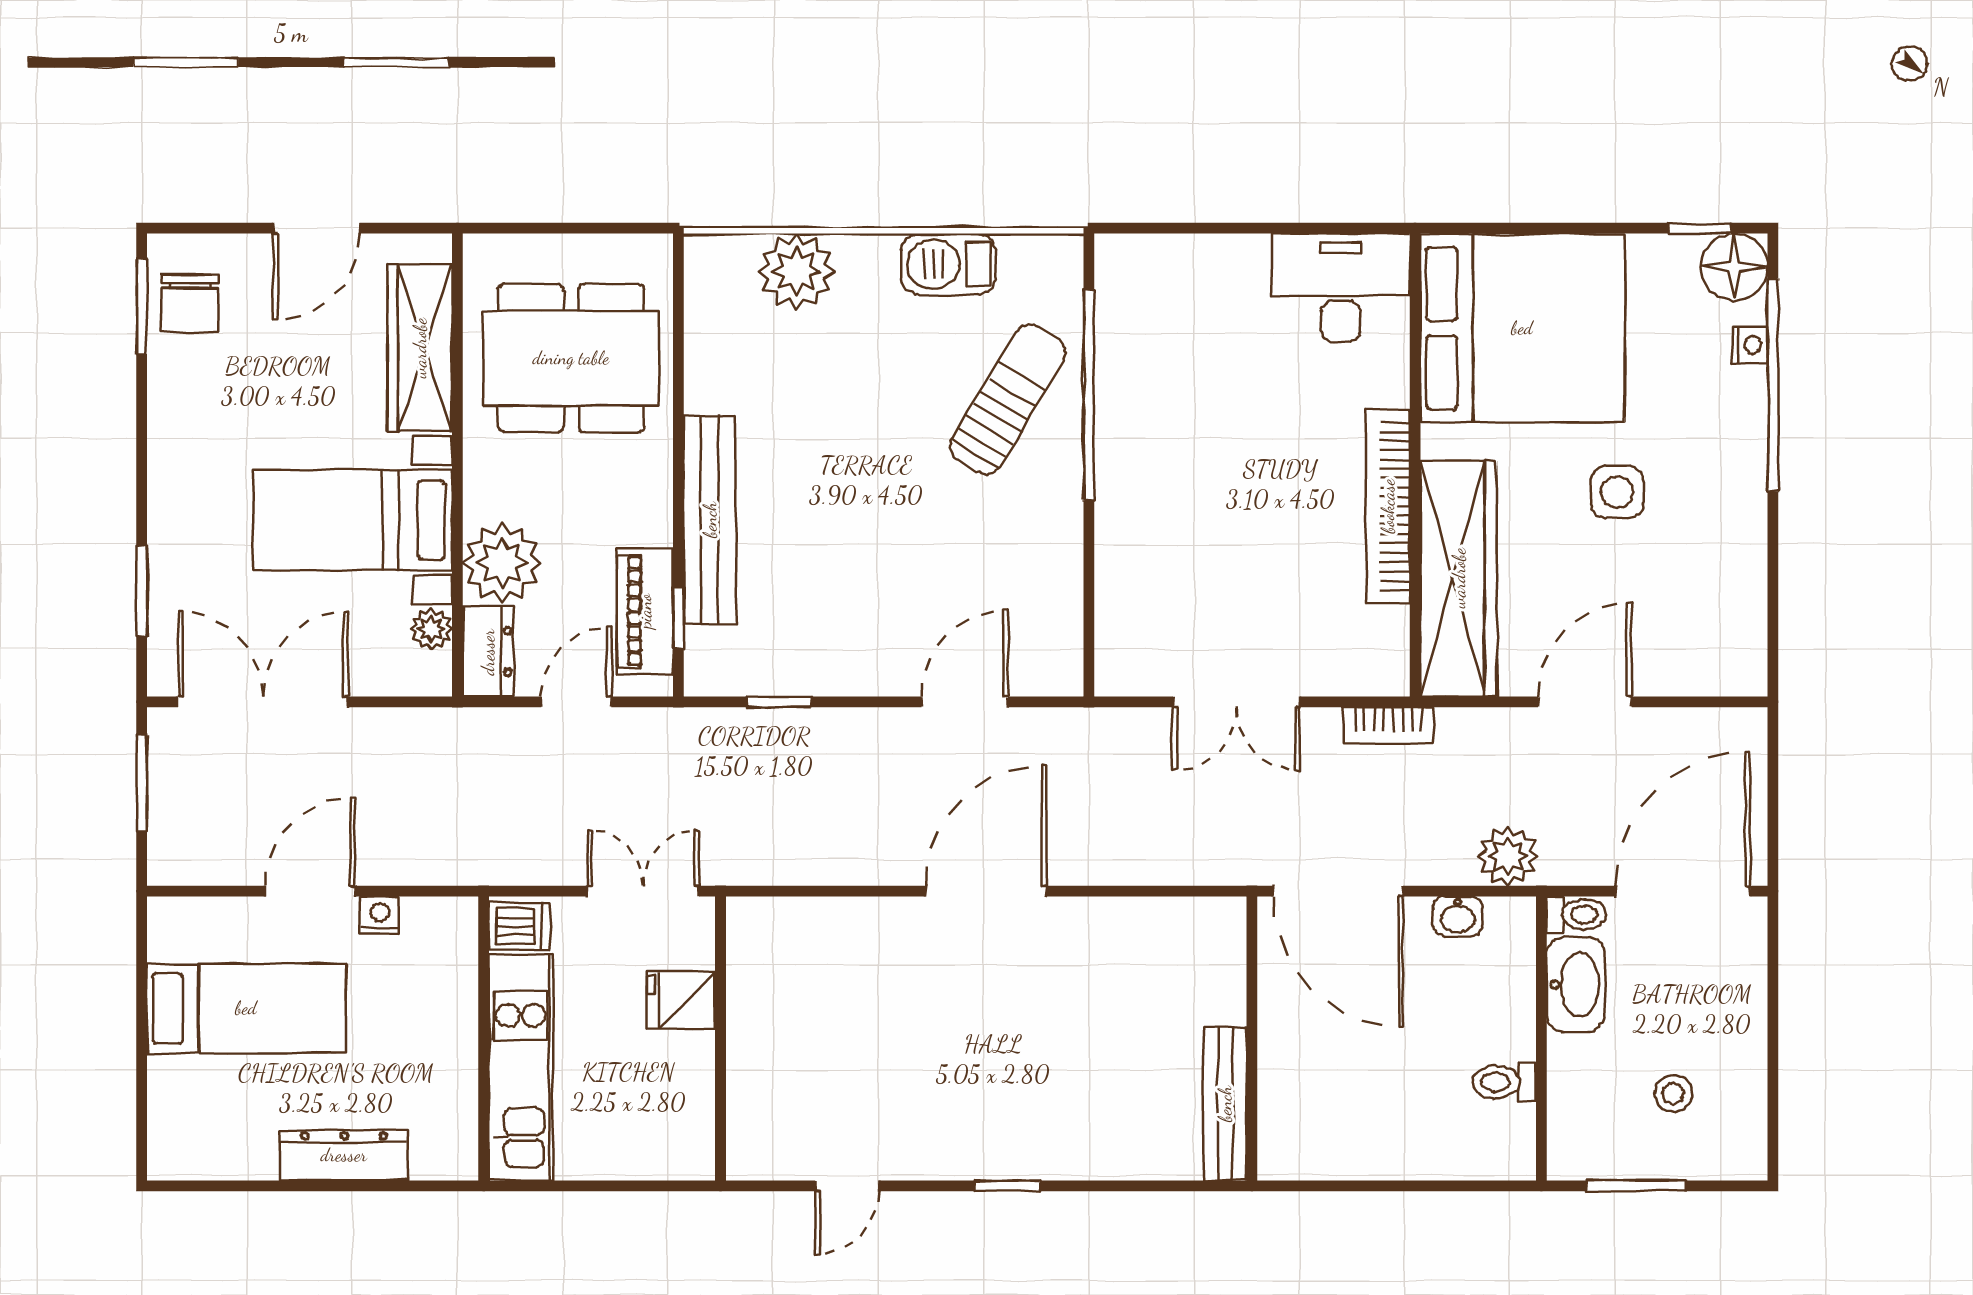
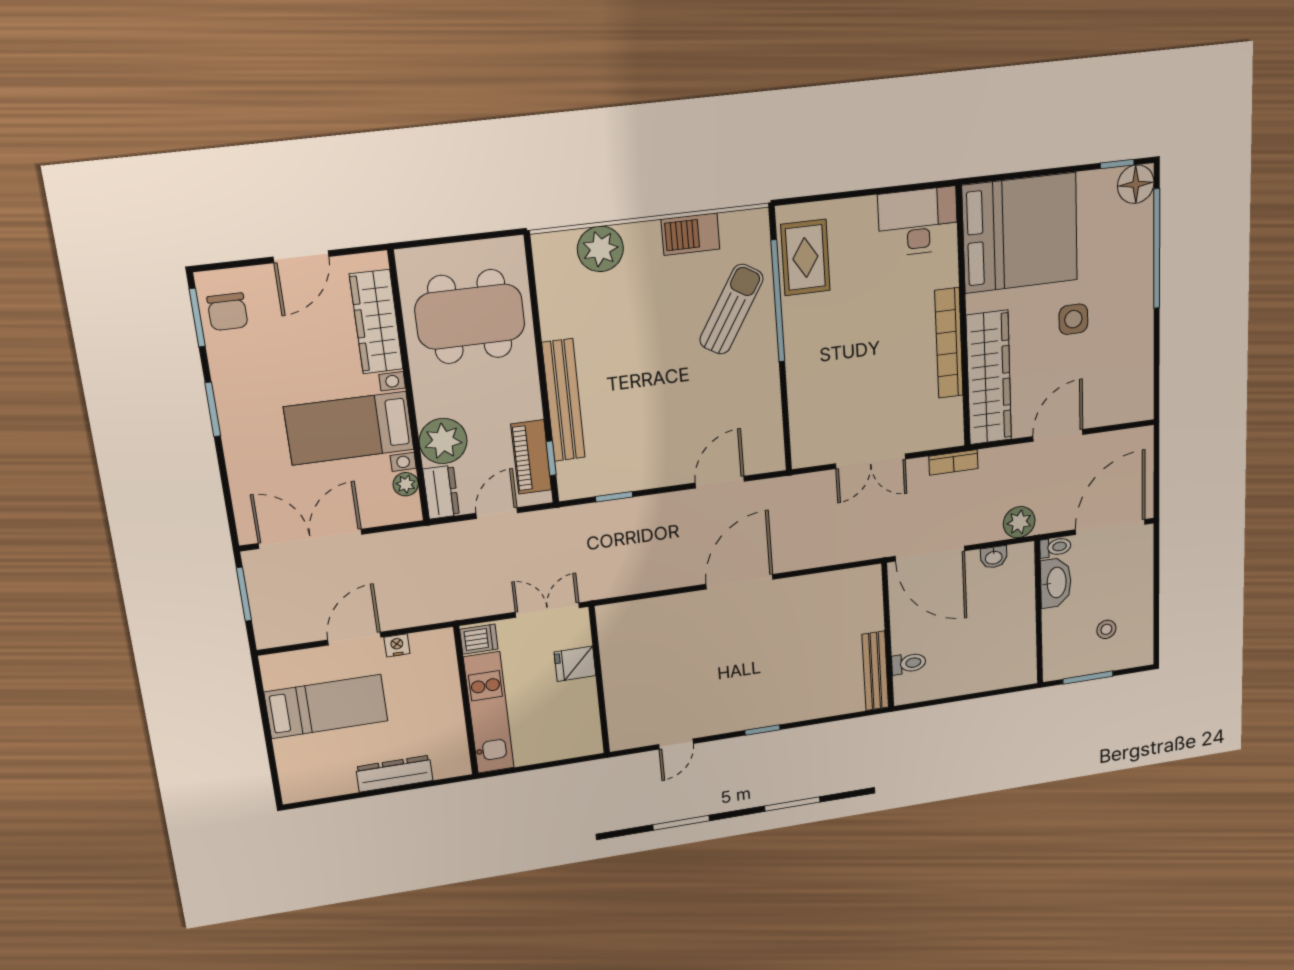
rug: (1141, 326) -> (805, 258), added
nightstand: (1750, 345) -> (1144, 228), removed
window: (142, 591) -> (213, 409), moved
toilet: (1504, 1082) -> (909, 663), moved, turned 180

